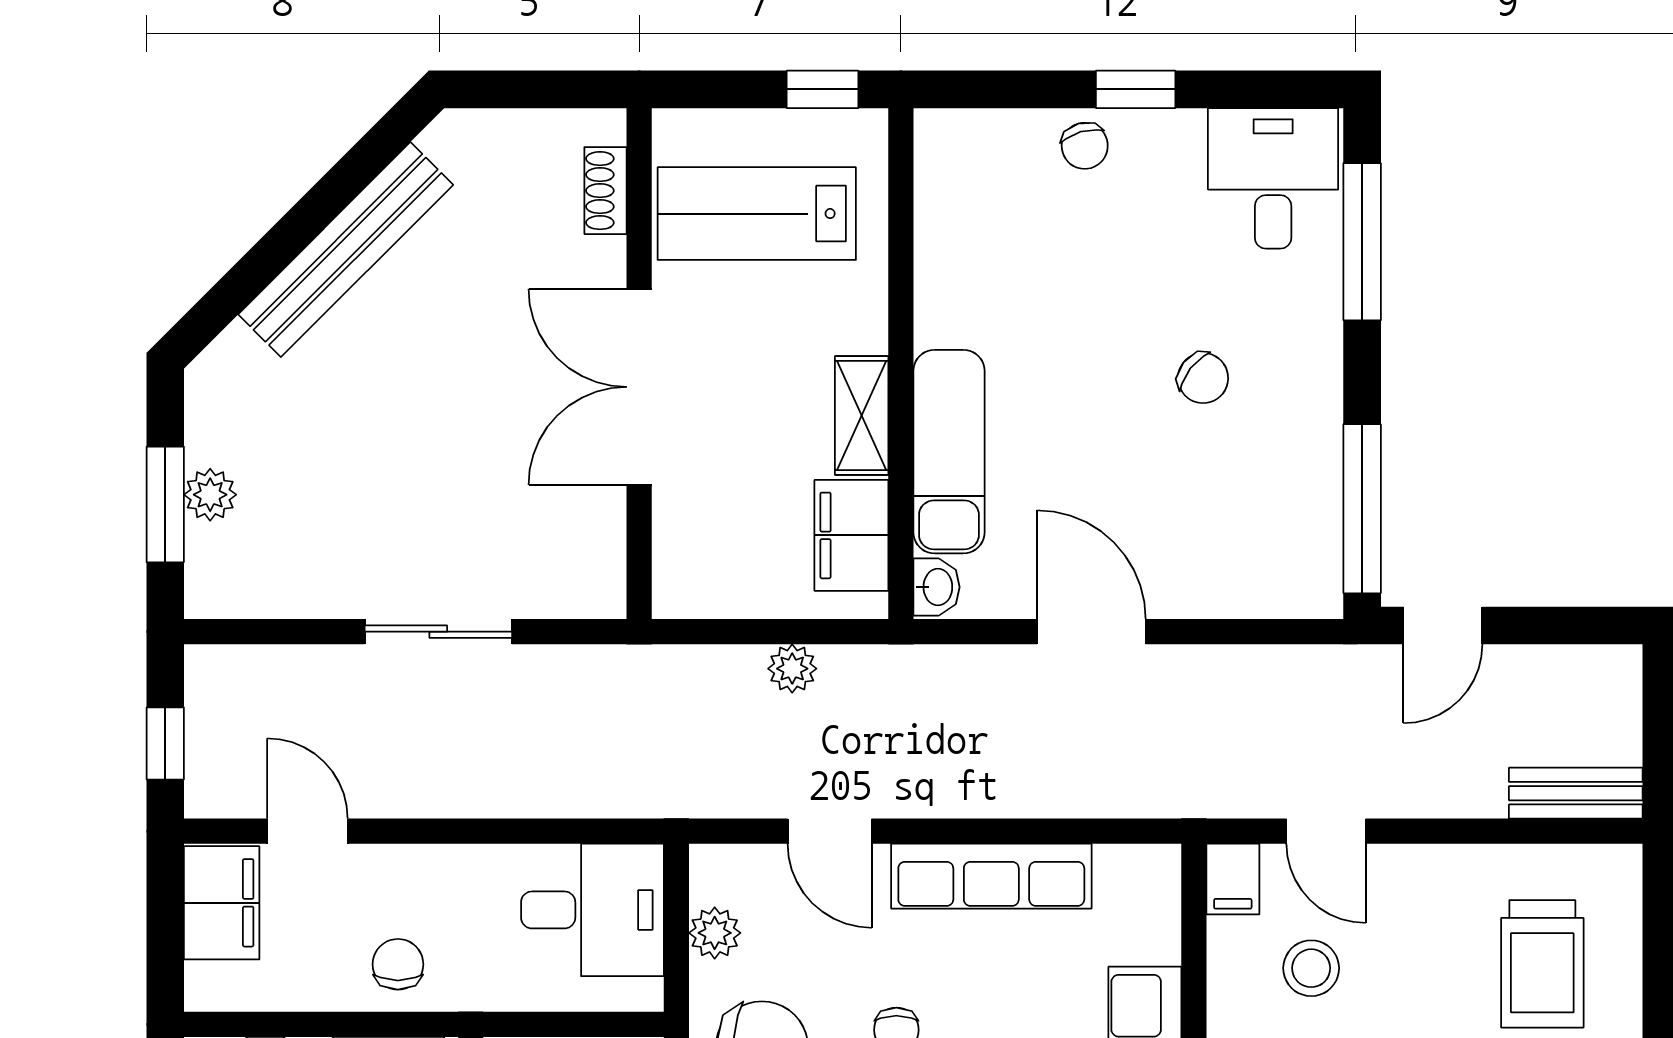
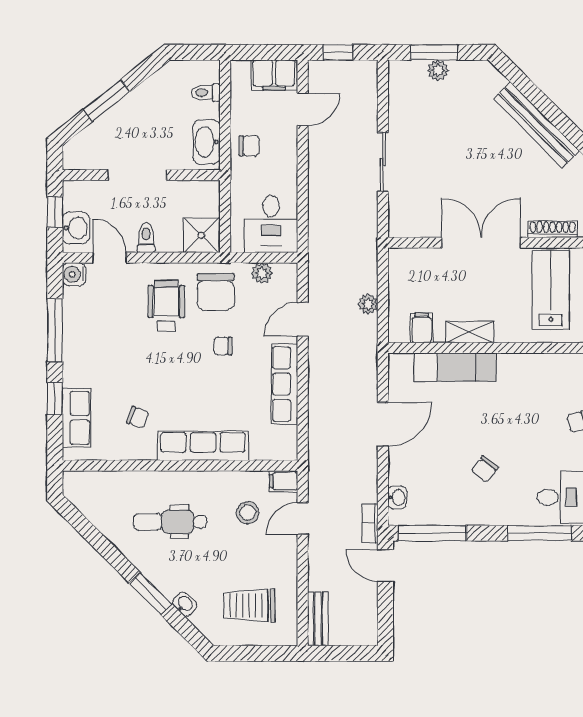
shoe rack: (605, 191) -> (553, 229), width x1.43
filing cabinet: (851, 535) -> (422, 328), width x0.50
washbasin: (936, 587) -> (397, 497), moved, turned -90
bookcase: (1338, 664) -> (370, 523), added

